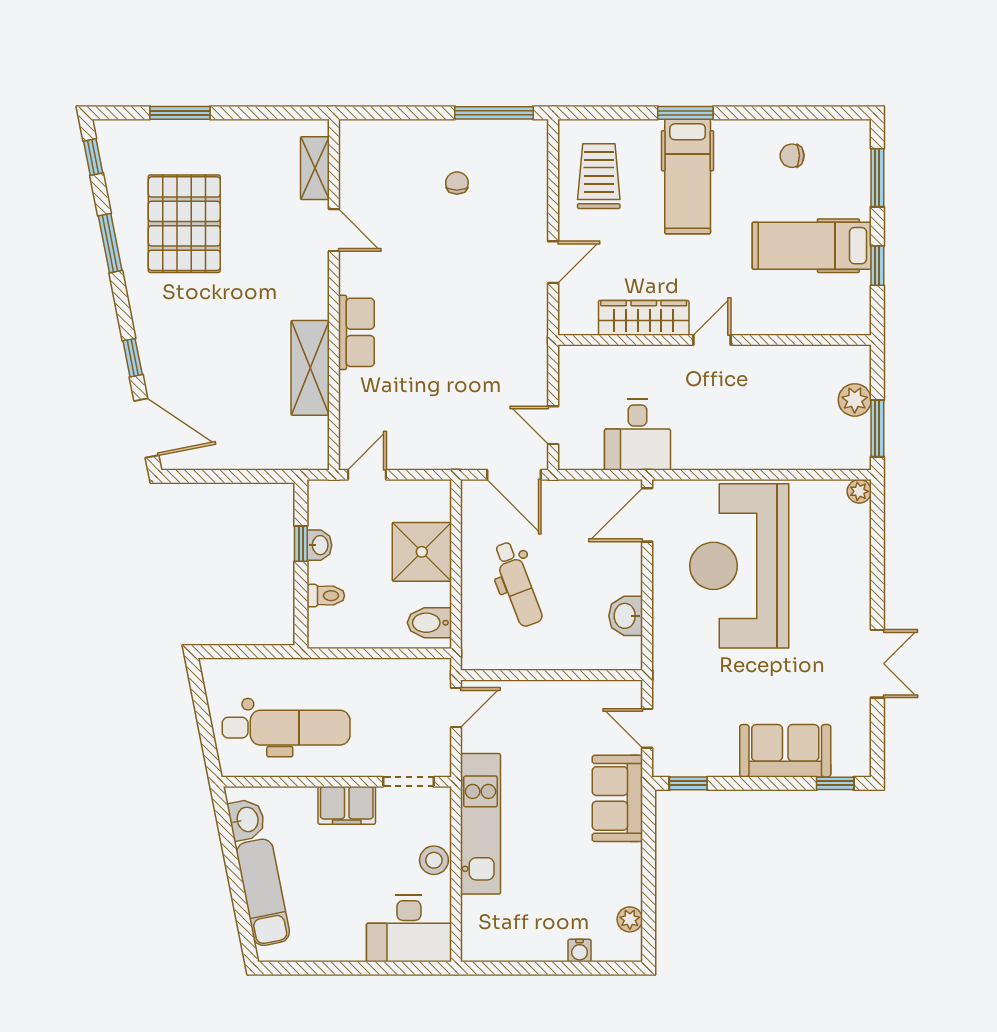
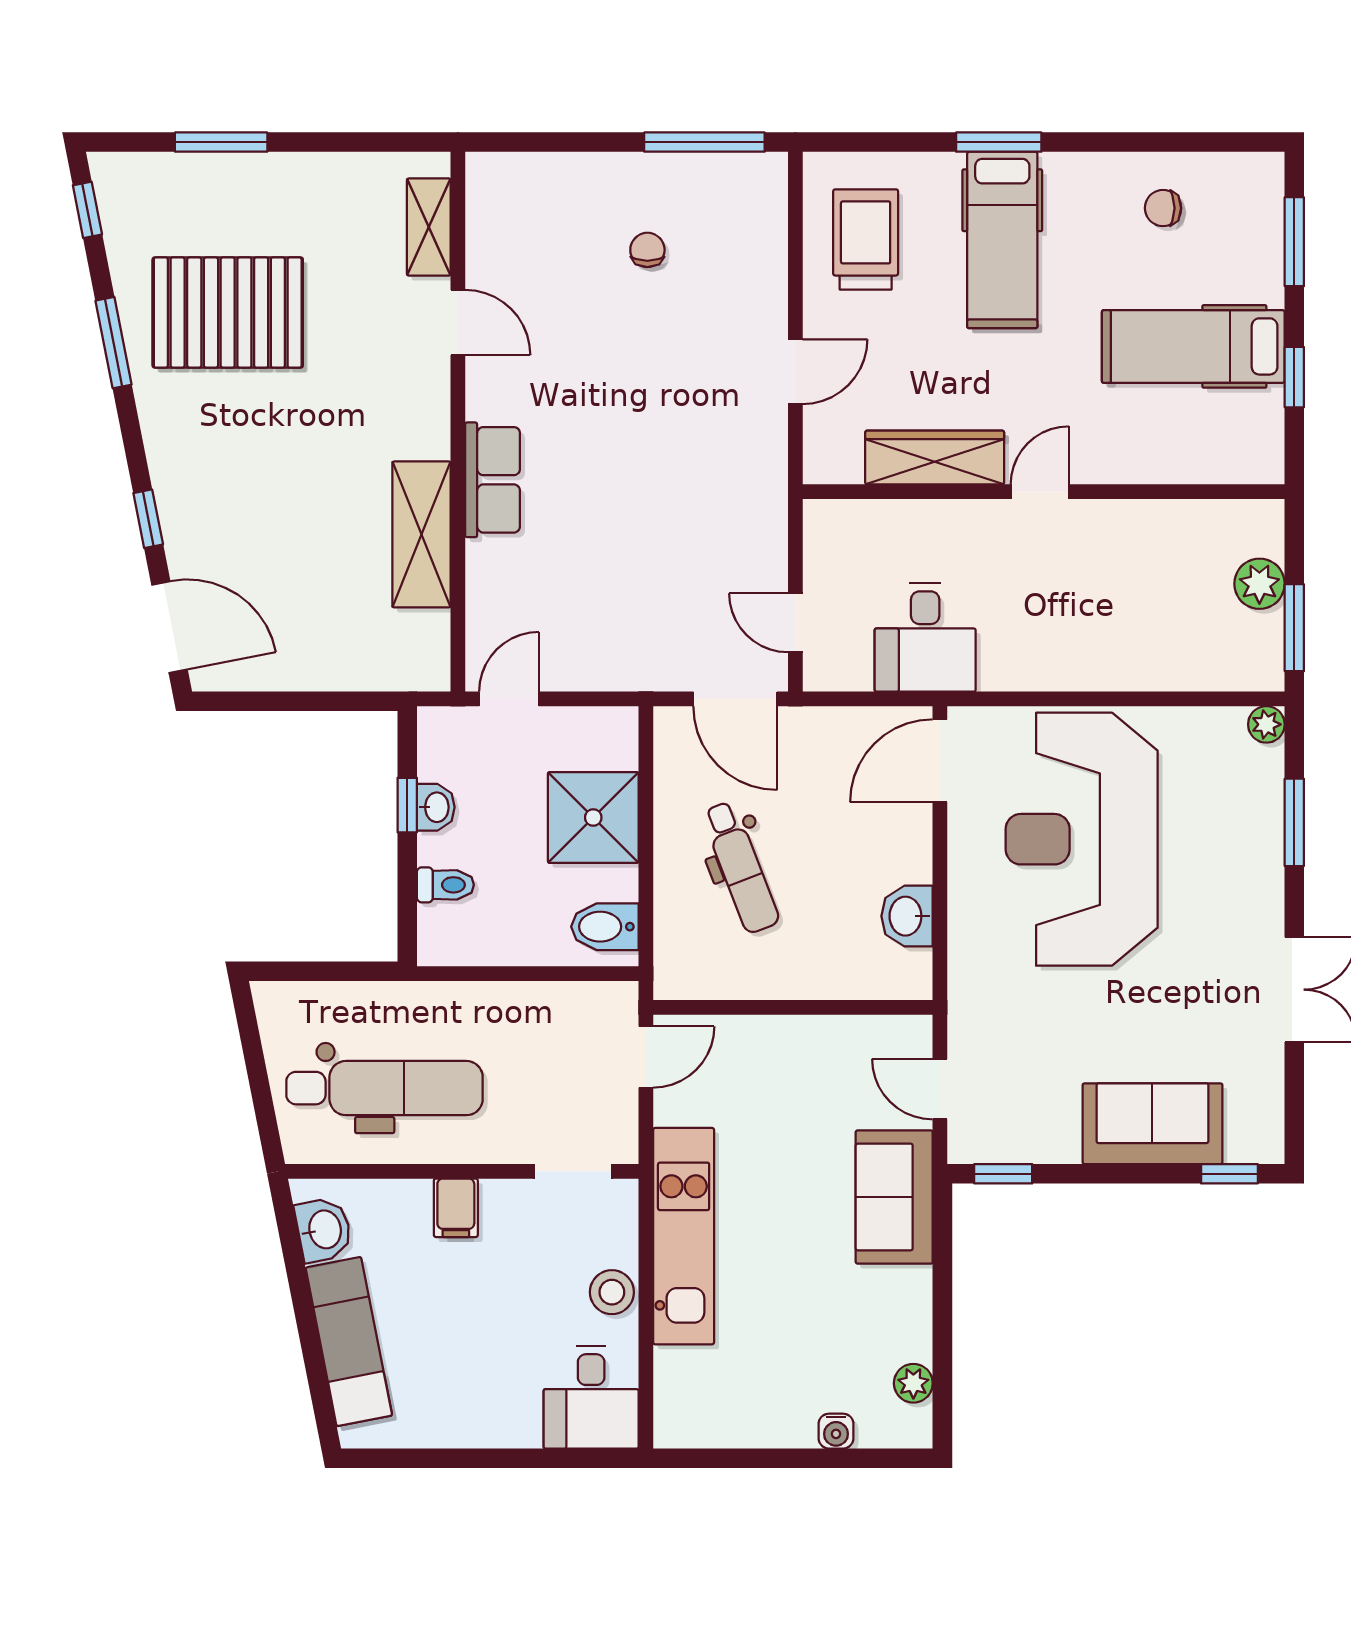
pallet: (184, 224) -> (228, 313), turned 90
window: (877, 555) -> (1294, 822), added
filing cabinet: (347, 805) -> (456, 1208), width x0.50
desk: (409, 929) -> (591, 1397), width x0.73

